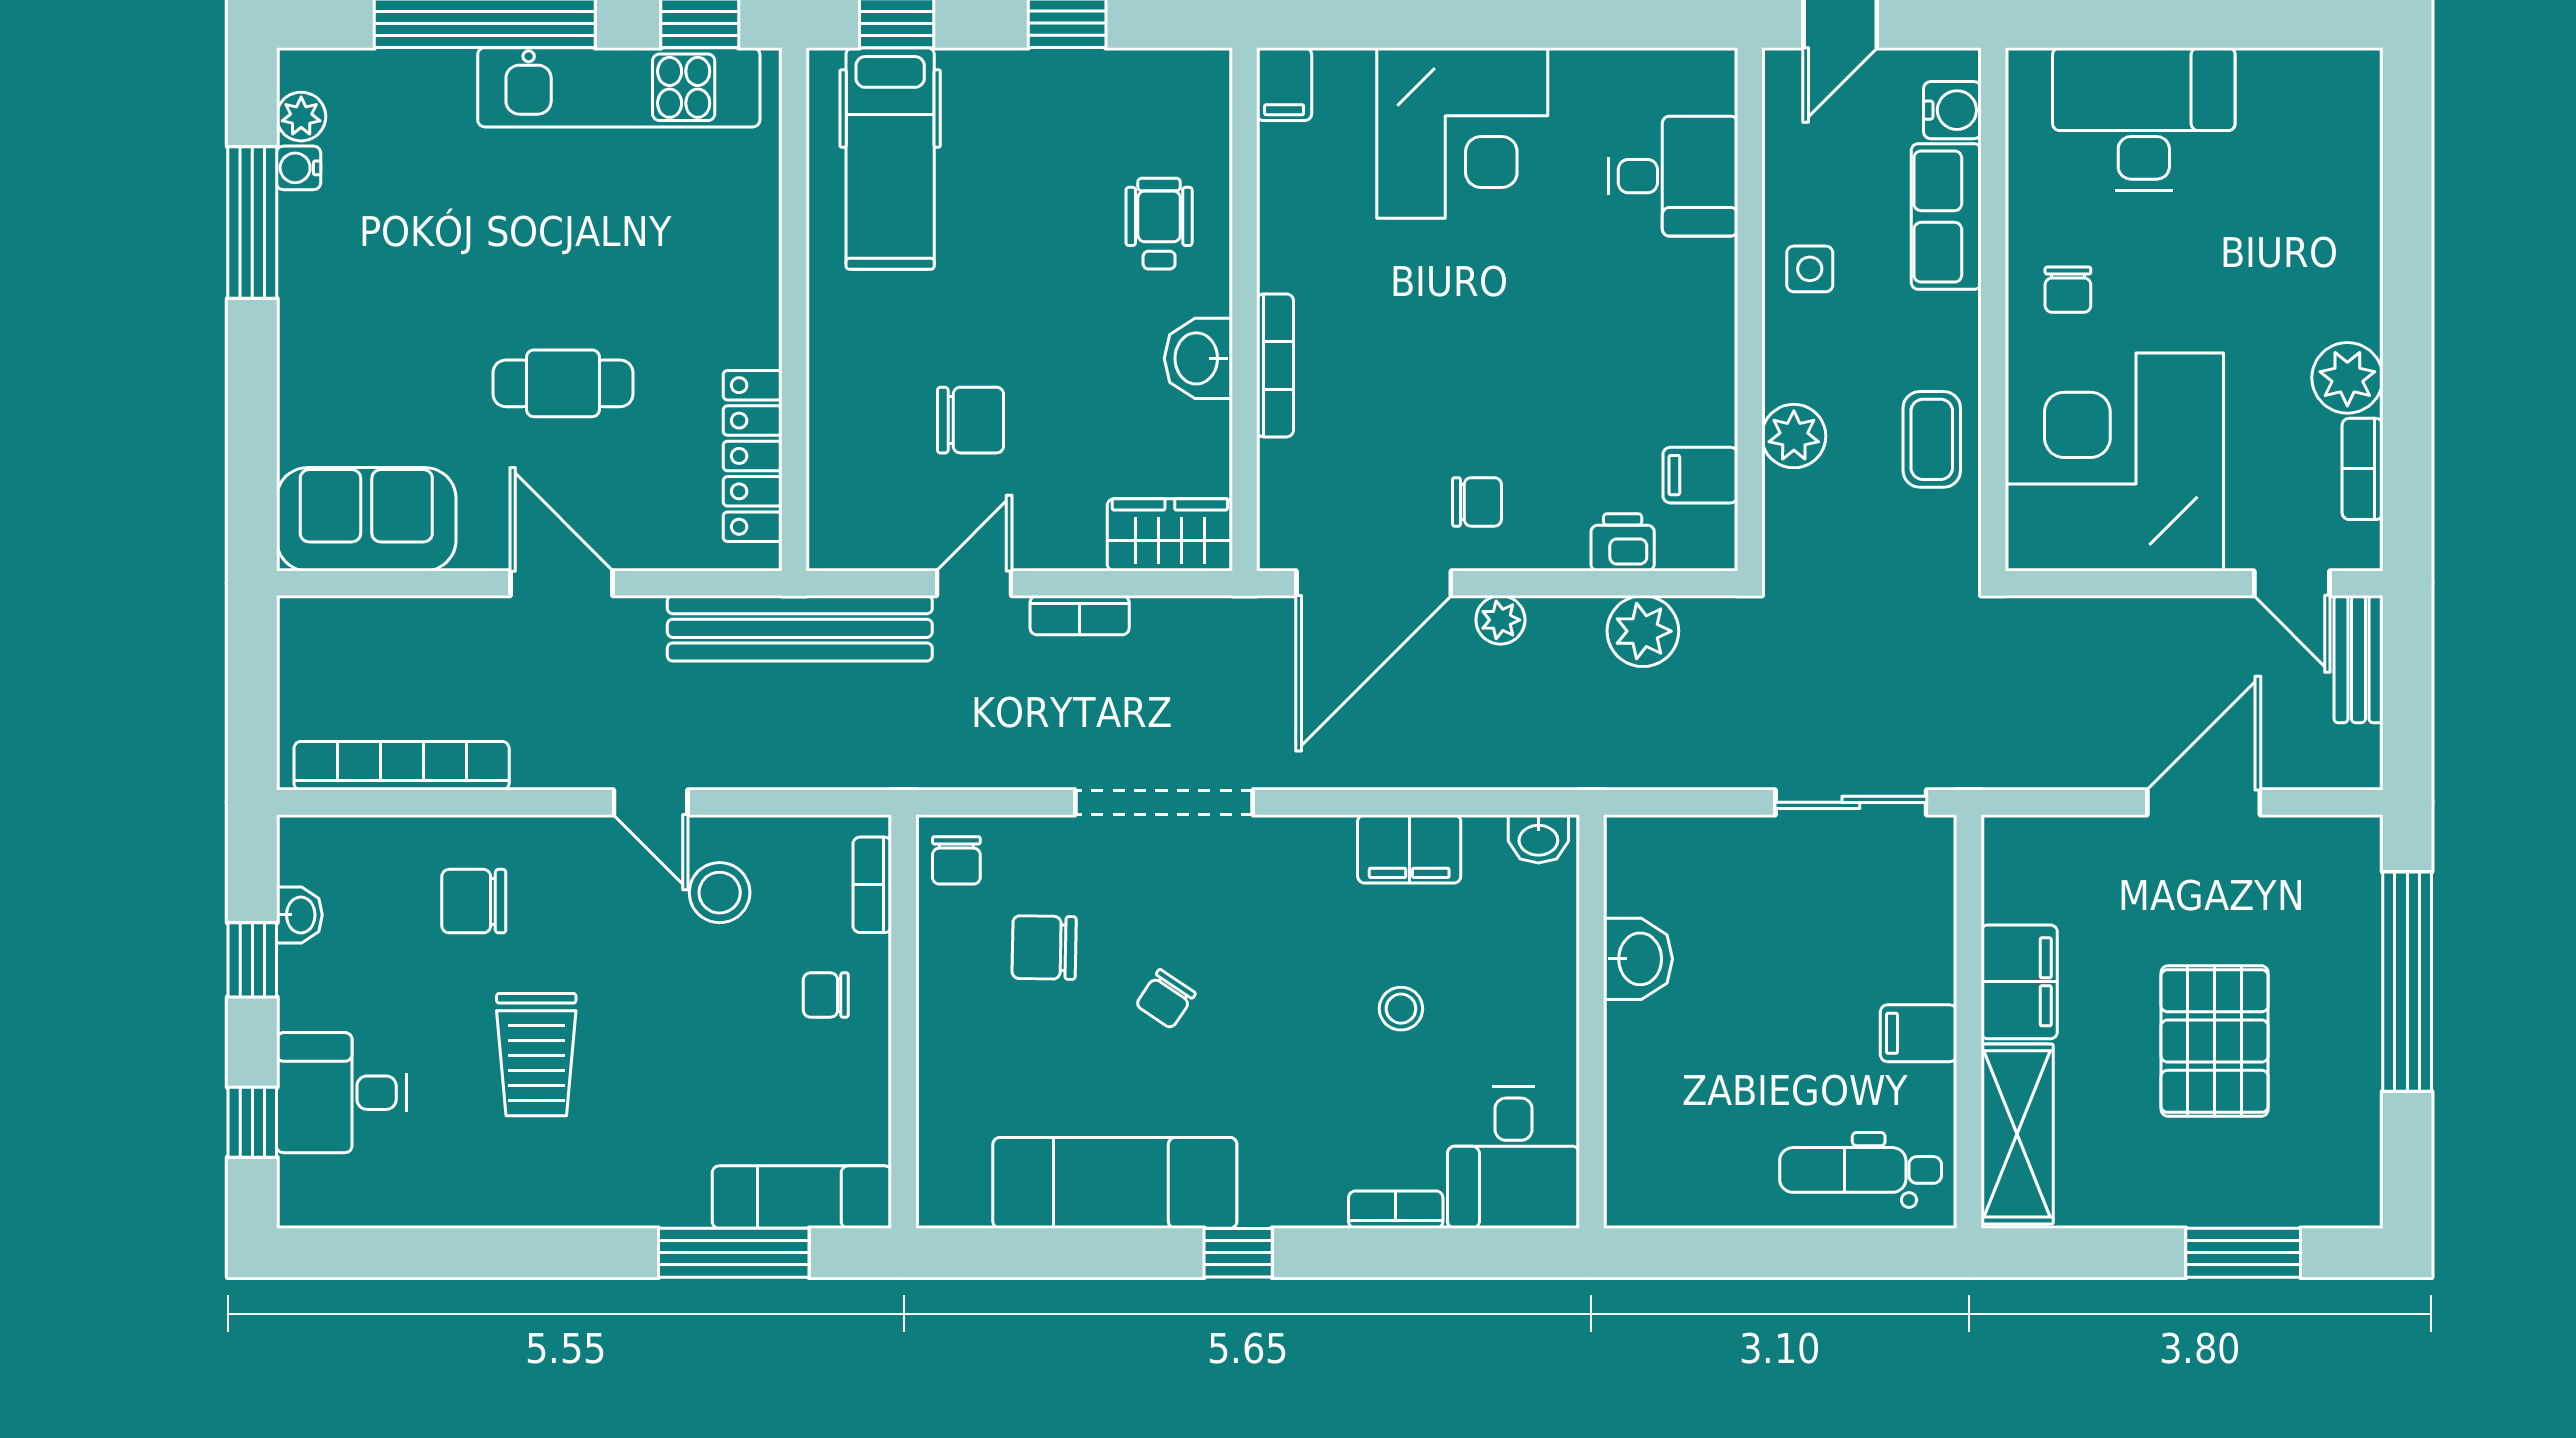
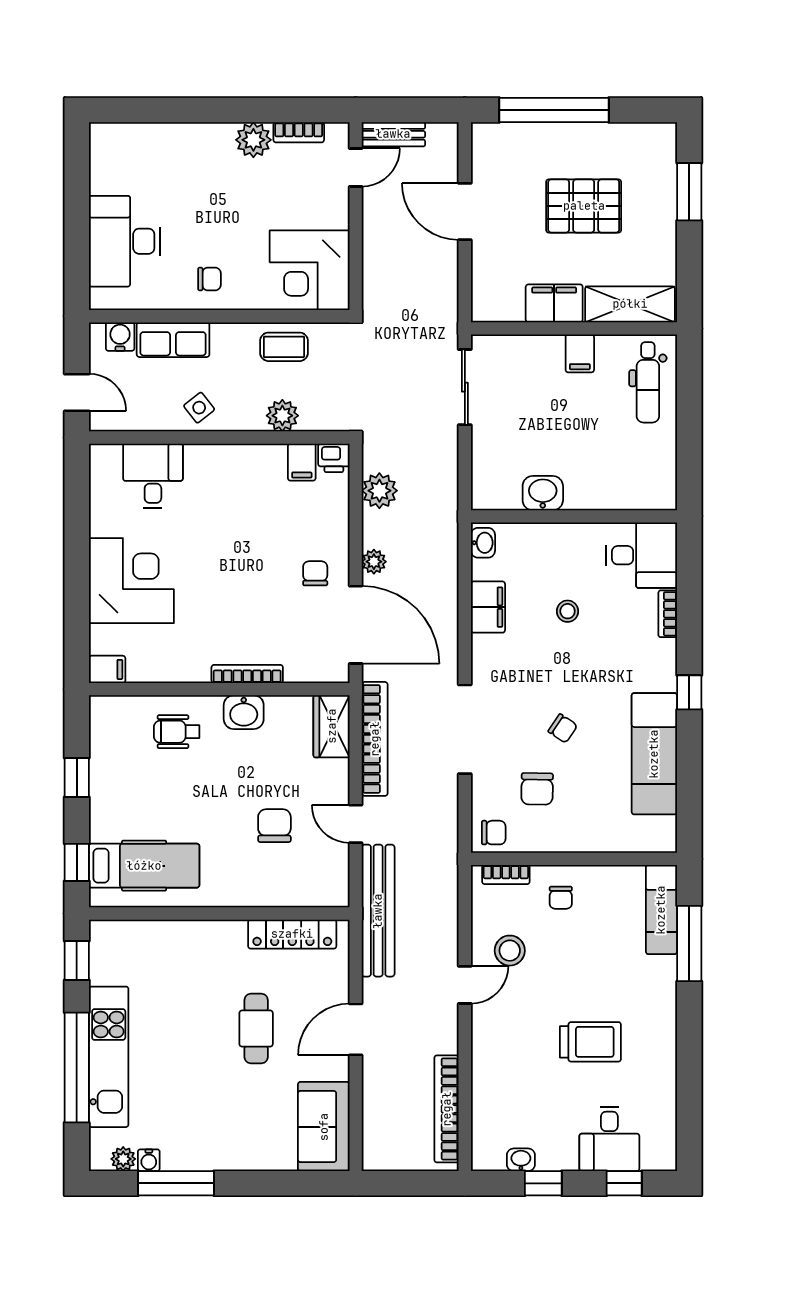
kitchen unit: (619, 87) -> (109, 1057), moved
side table: (1810, 269) -> (199, 408), turned -38
corner desk: (2114, 462) -> (310, 270), width x0.74, depth x0.74
printer: (1623, 542) -> (334, 458), moved, turned -90
bookcase: (1080, 615) -> (375, 739), width x2.31, depth x1.31
chair: (474, 901) -> (514, 1073), removed

